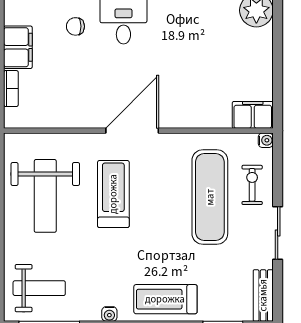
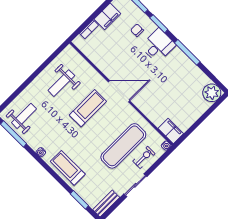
weight bench: (45, 196) -> (61, 83), width x0.73, depth x0.75
weight bench: (39, 288) -> (24, 116), turned -90

